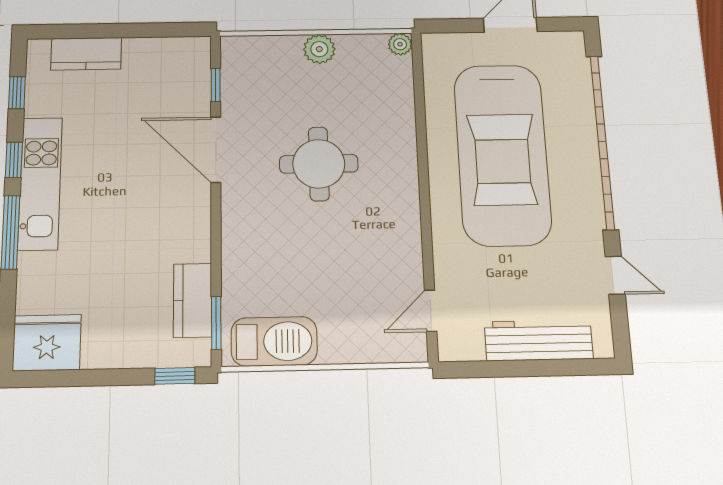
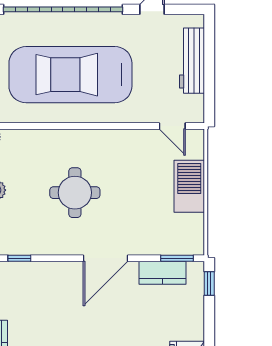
door: (216, 150) -> (106, 258), moved
car: (502, 154) -> (70, 75), turned 180
barbecue: (274, 341) -> (189, 186), moved

